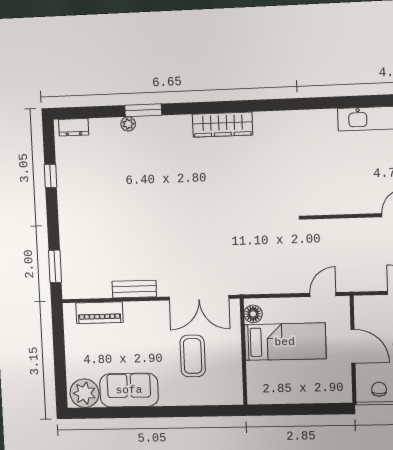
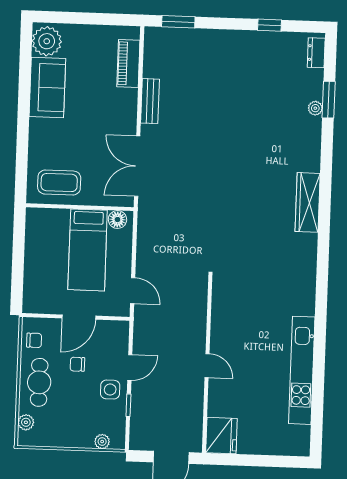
window: (143, 110) -> (329, 100), moved
coffee table: (193, 356) -> (59, 183), moved

